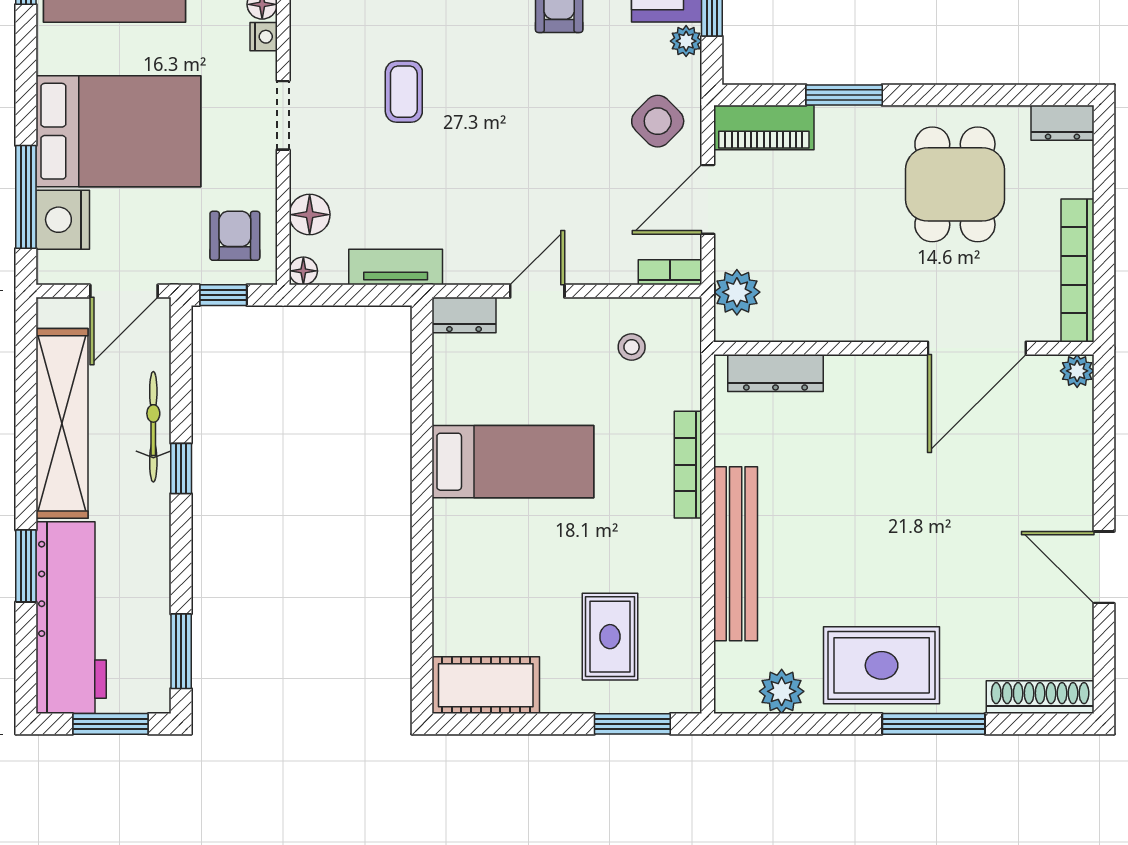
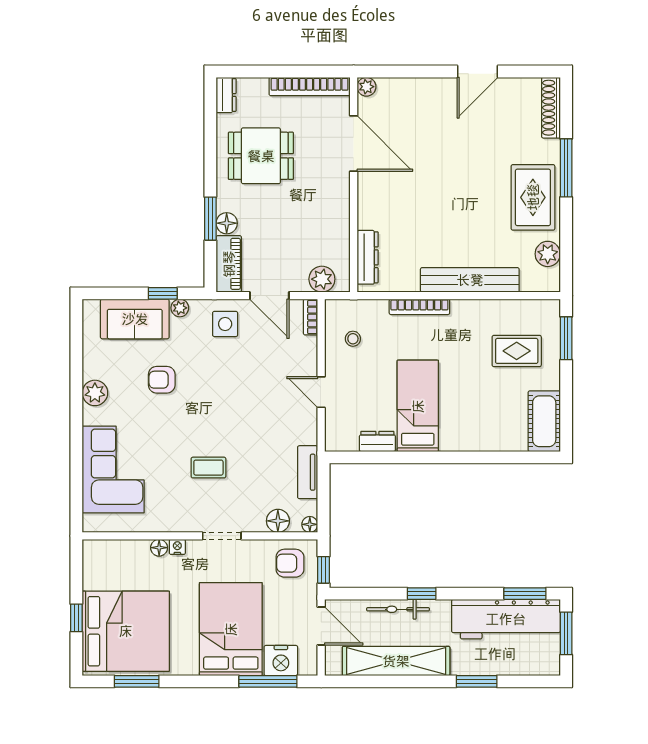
side table: (658, 121) -> (225, 324), turned 45
floor lamp: (836, 124) -> (227, 223), added
dresser: (464, 315) -> (377, 441), moved, turned -90
workbench: (71, 618) -> (506, 619), moved, turned 180

